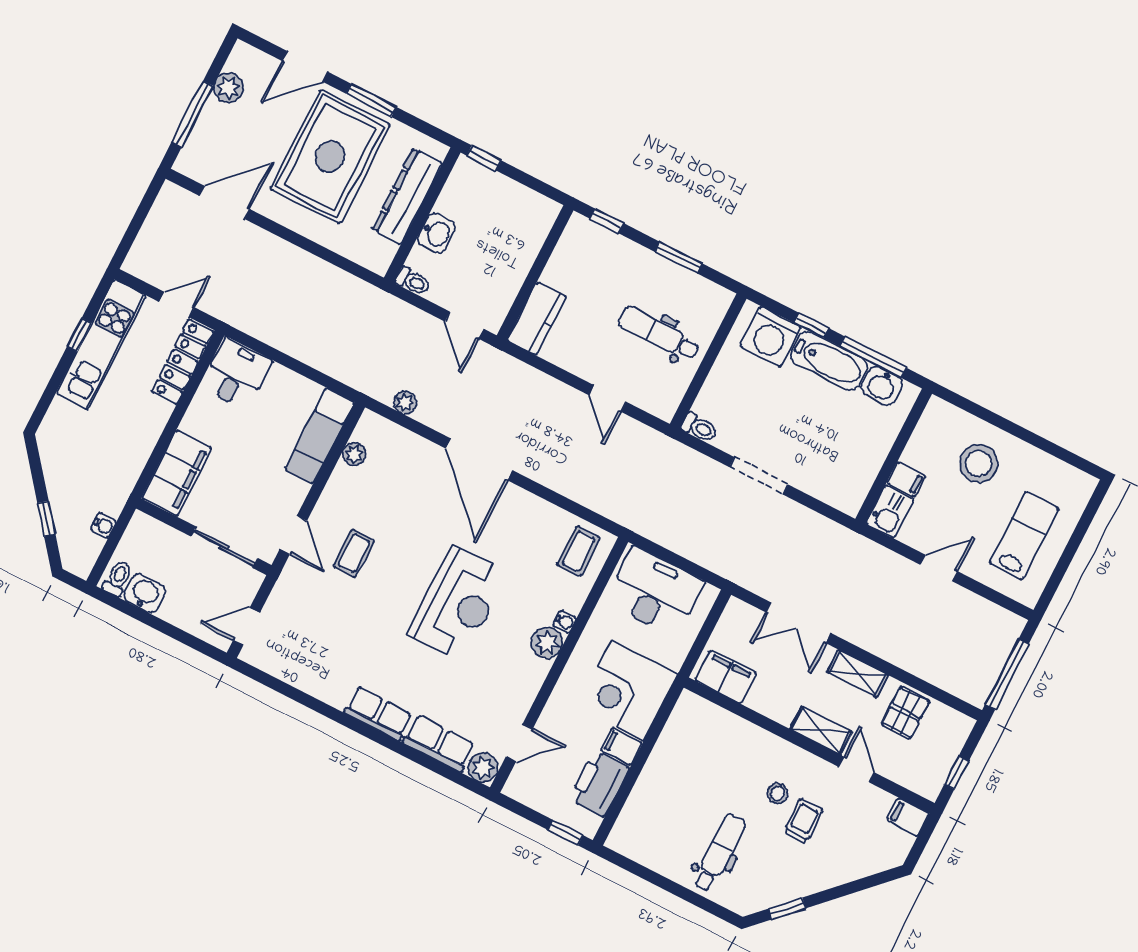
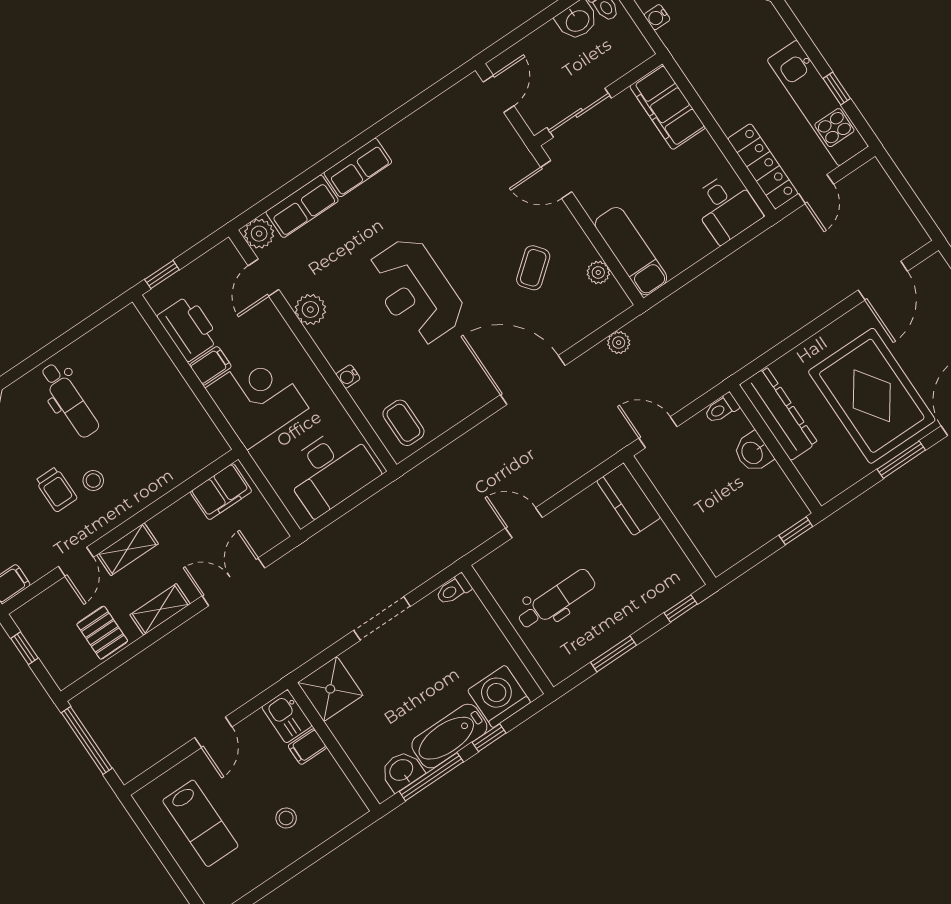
dresser: (407, 197) -> (779, 414), moved
stool: (979, 464) -> (286, 818), width x0.53, depth x0.53
shower: (845, 487) -> (330, 689), added
coffee table: (354, 554) -> (533, 268), moved, turned 51
plant: (547, 643) -> (310, 309), moved
door: (857, 770) -> (76, 562), hinge flipped

